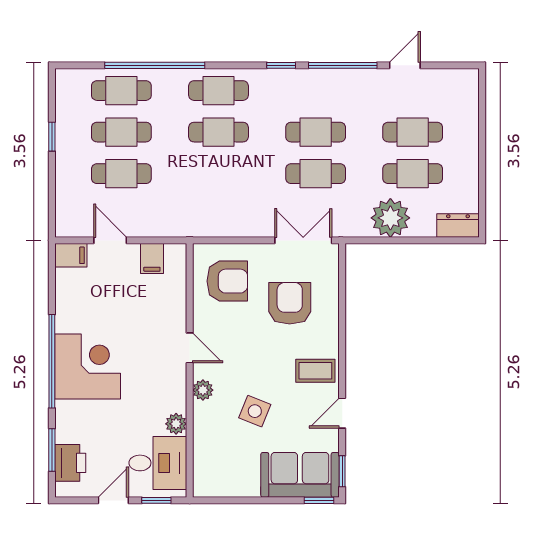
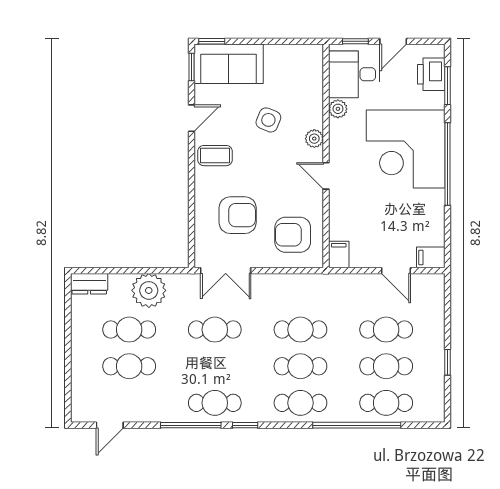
door: (405, 65) -> (110, 425), moved
cafe table: (316, 132) -> (215, 403), moved
cafe table: (218, 174) -> (300, 330), added
filing cabinet: (152, 259) -> (339, 255), moved
armchair: (290, 303) -> (238, 215), turned -90
corner desk: (88, 367) -> (406, 149), width x1.36, depth x1.36

